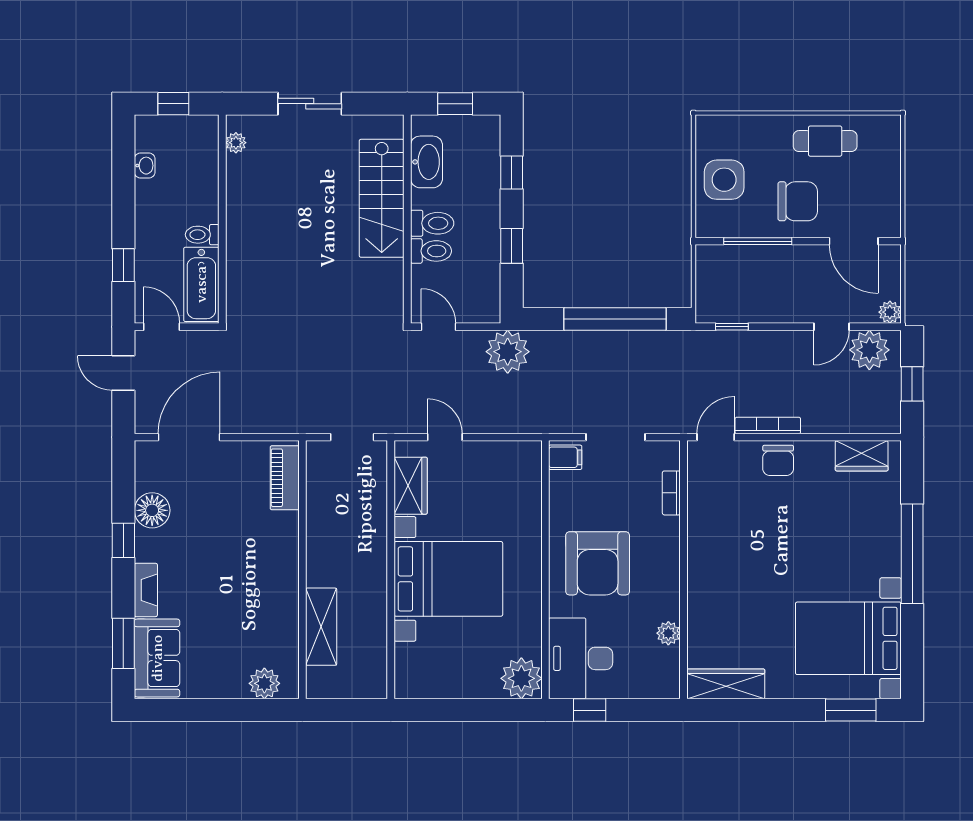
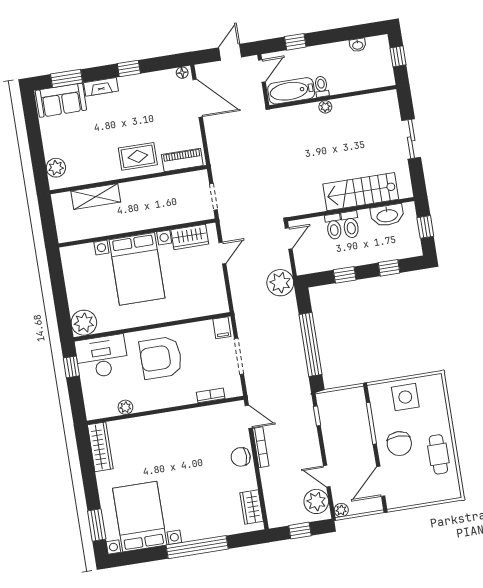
plant: (236, 143) -> (325, 107), moved
floor lamp: (152, 510) -> (182, 73), moved, width x0.53, depth x0.53
rug: (267, 549) -> (138, 156), added

